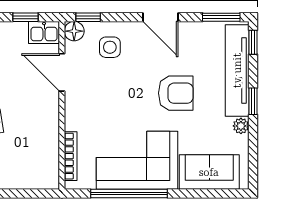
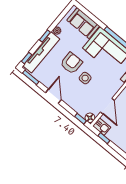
side table: (110, 47) -> (85, 78), moved
armchair: (176, 93) -> (71, 63), turned 90

